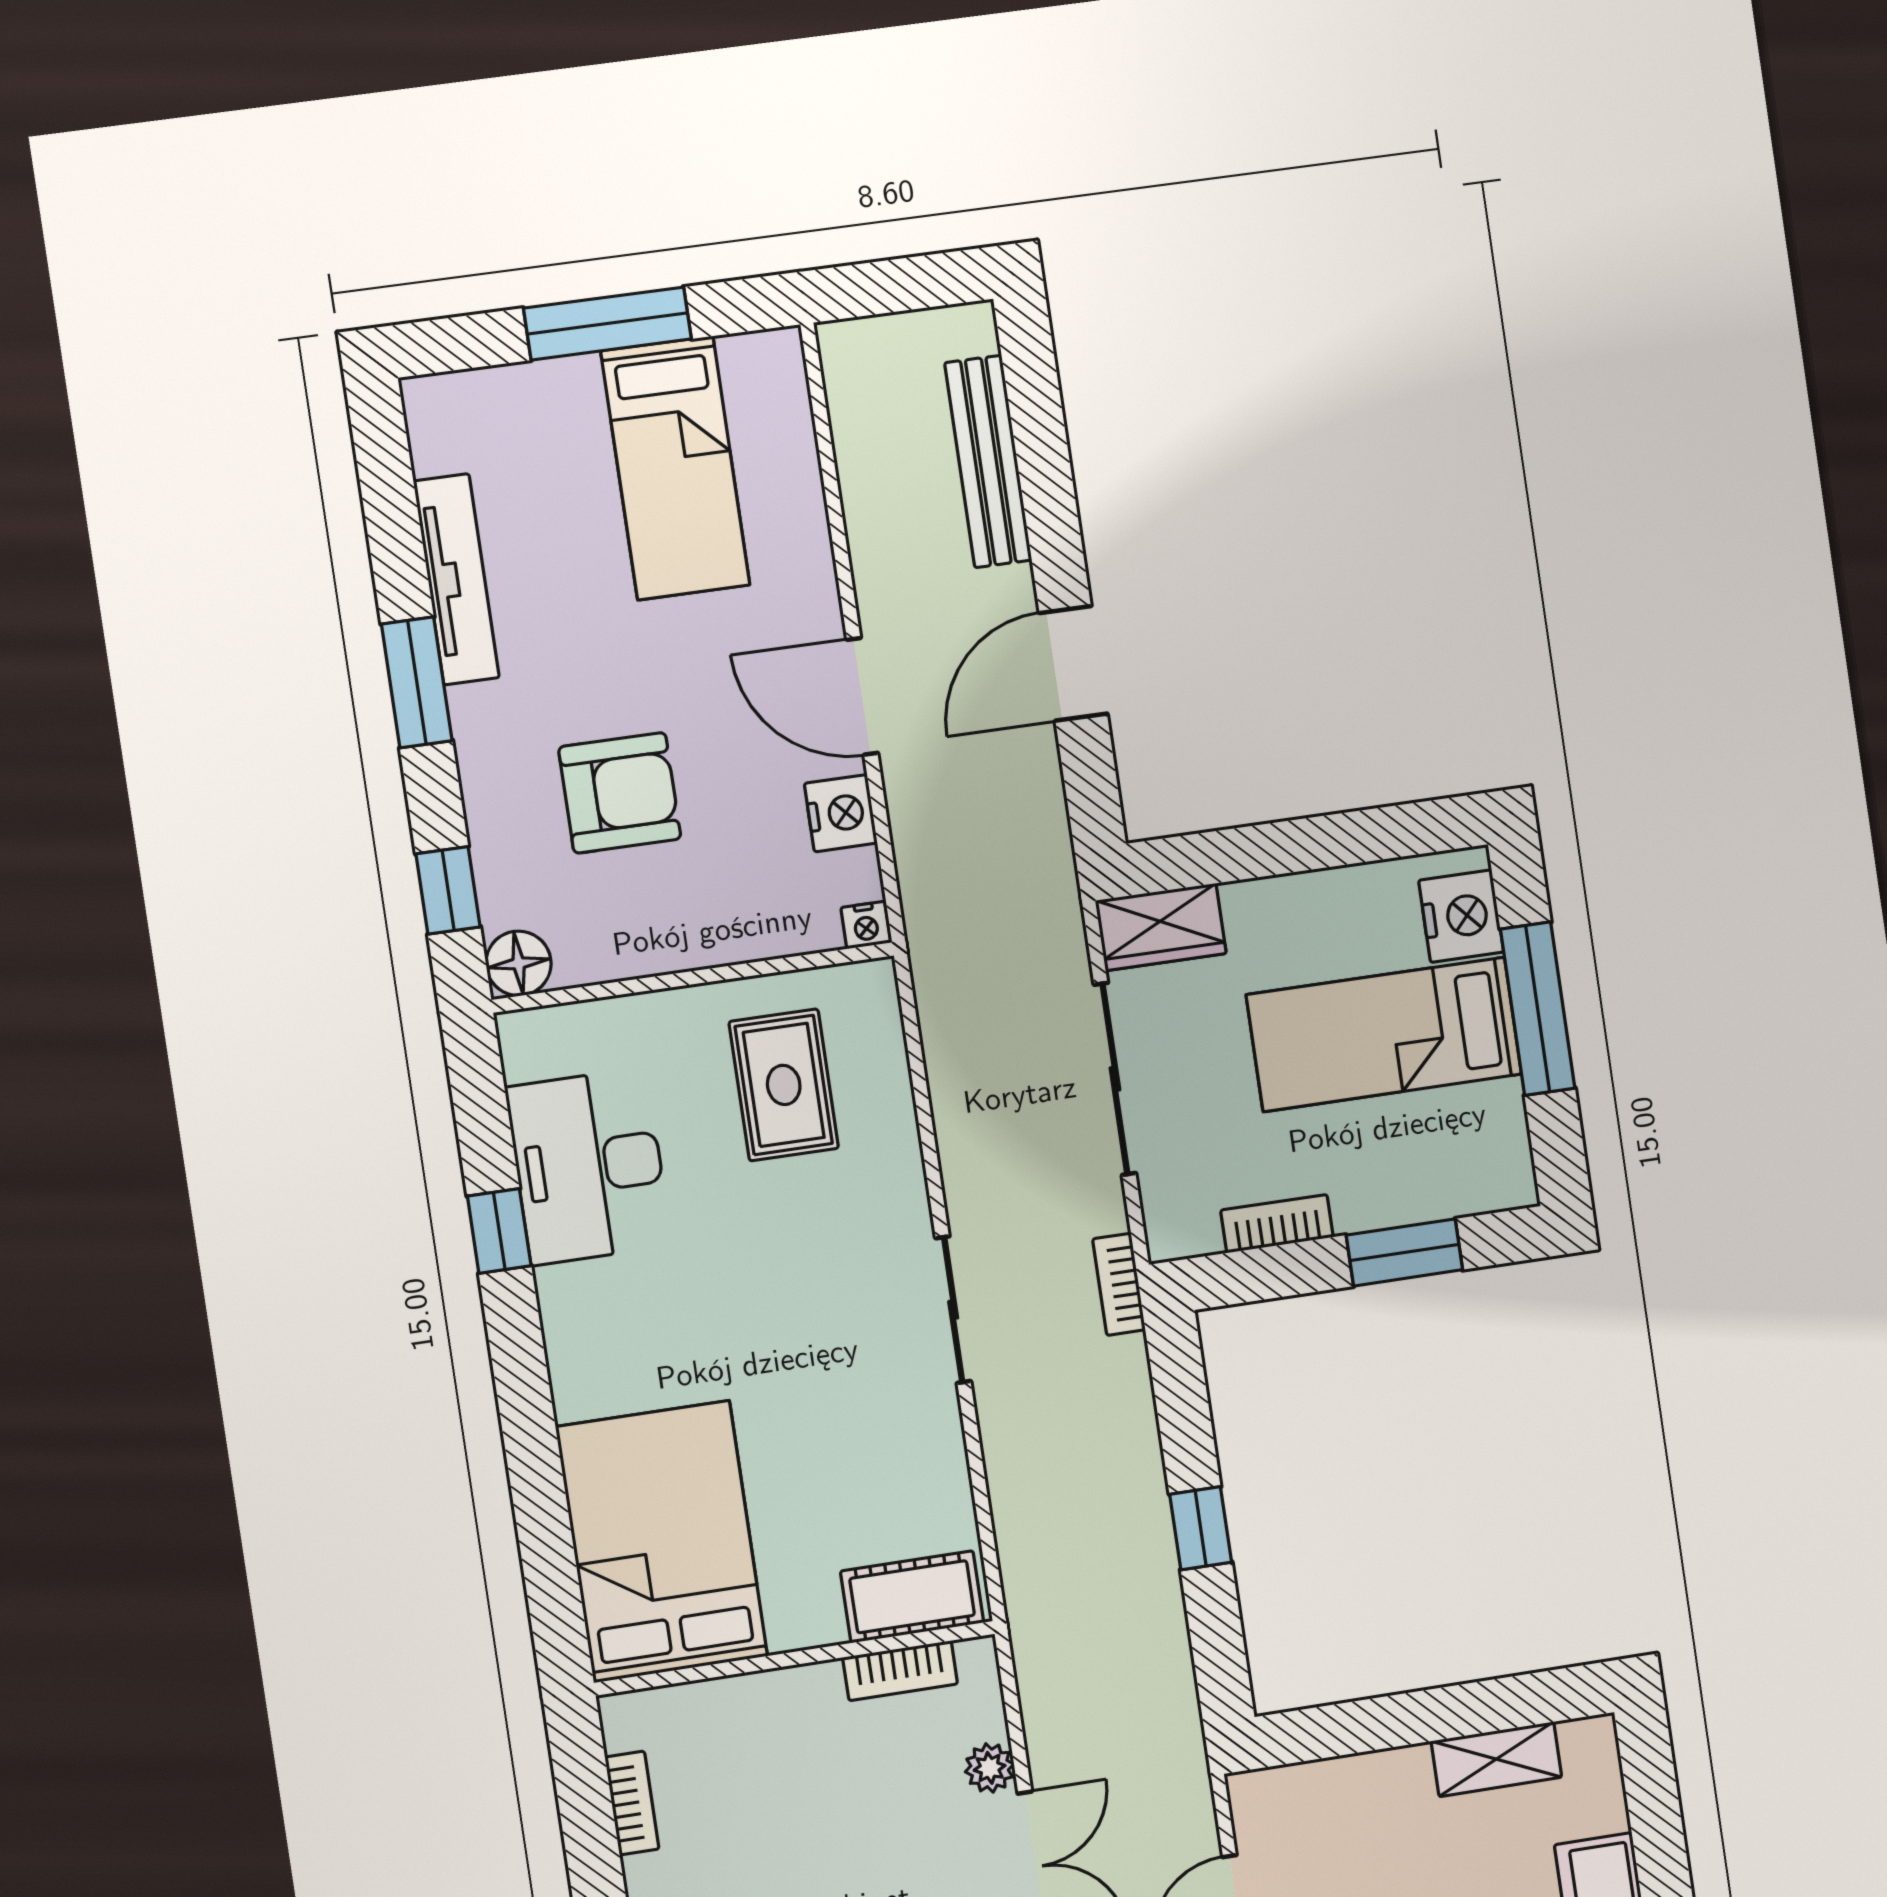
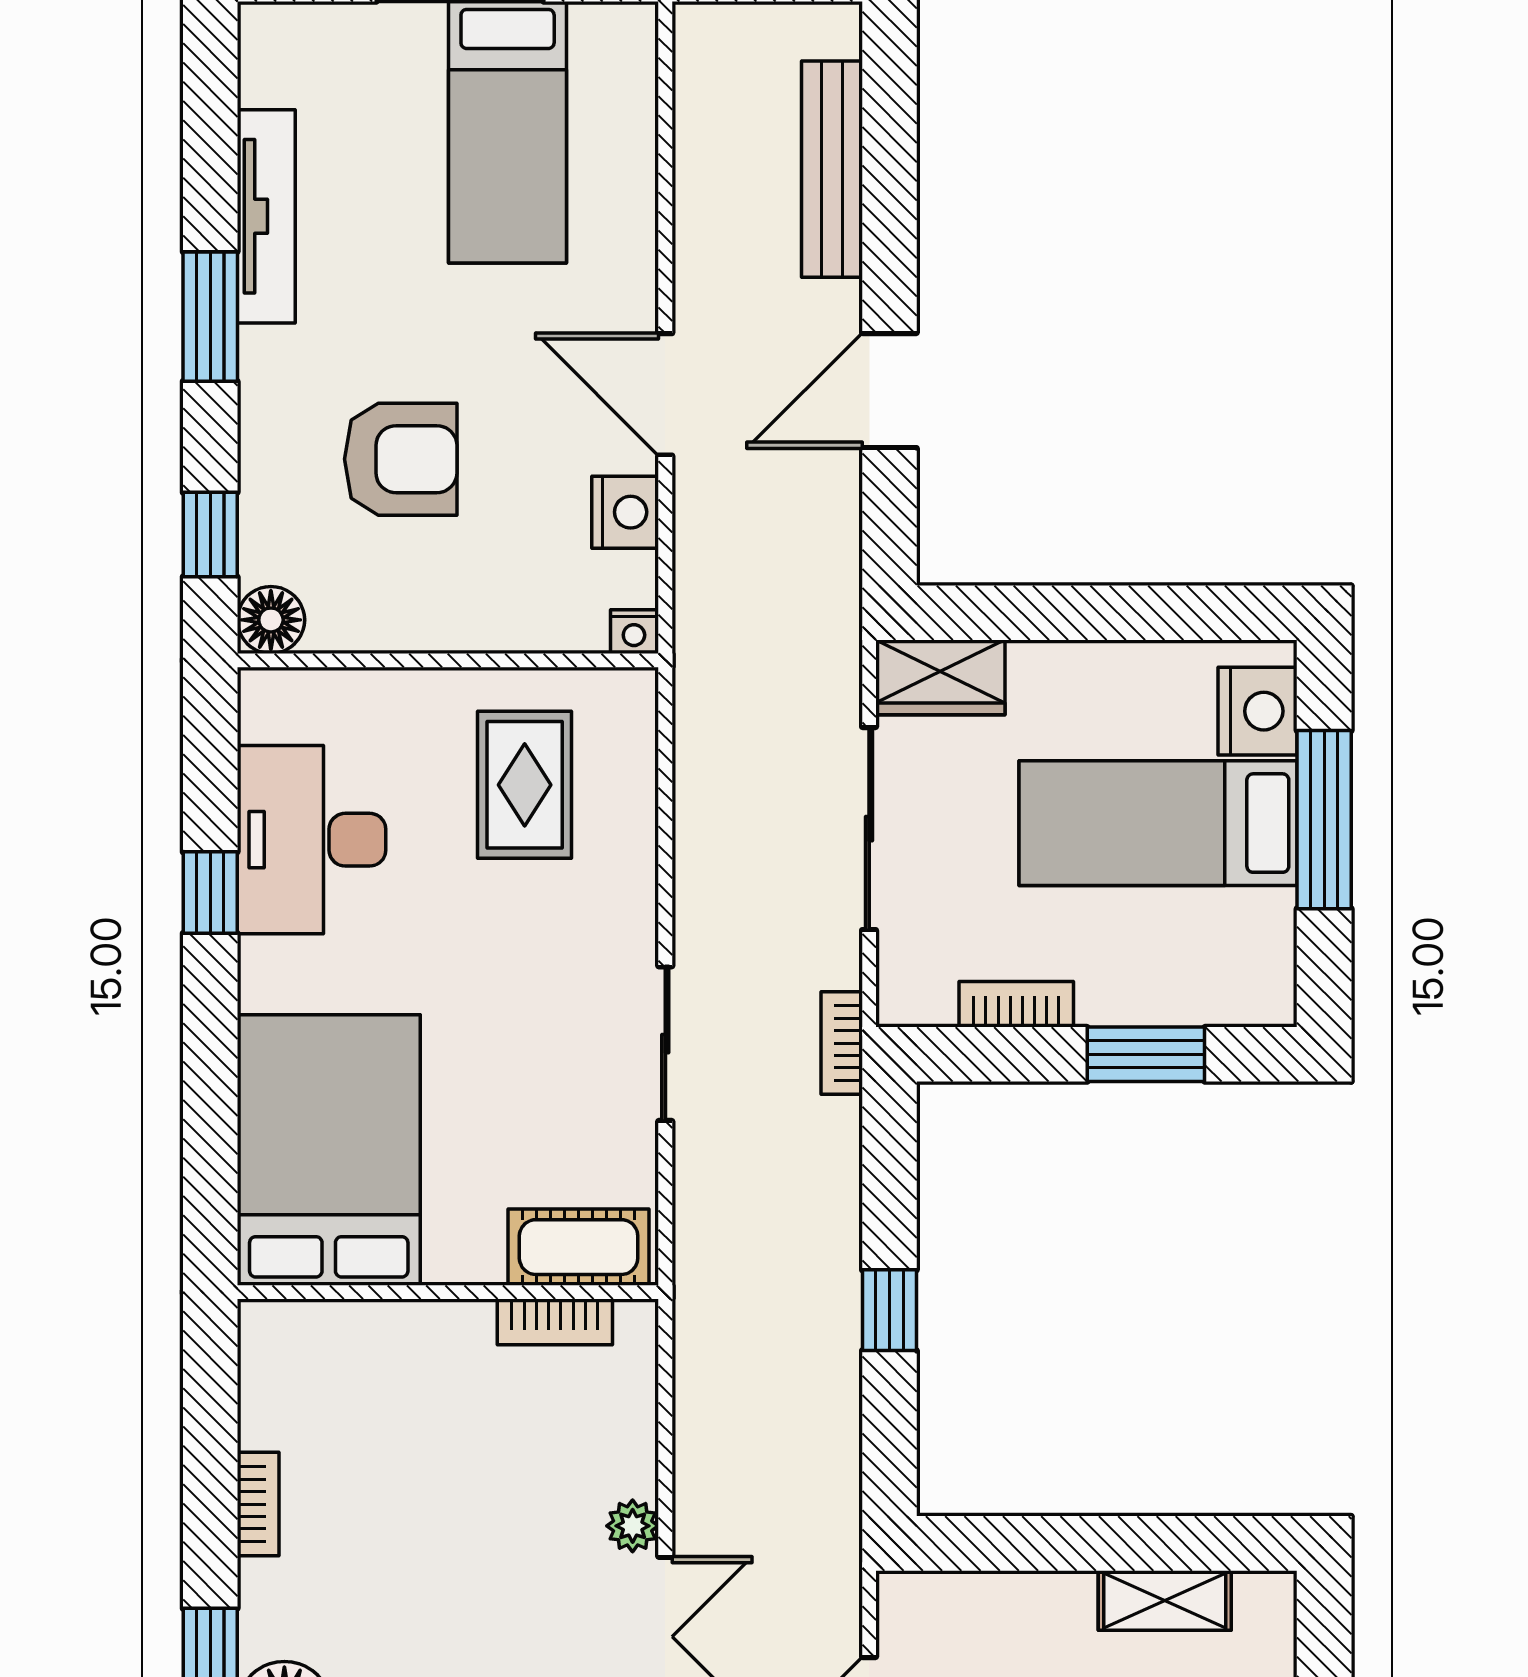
bed: (662, 1542) -> (329, 1150), moved
cot: (912, 1597) -> (579, 1247), moved
wall: (795, 1658) -> (448, 1292), moved
bookcase: (900, 1671) -> (555, 1322), moved

